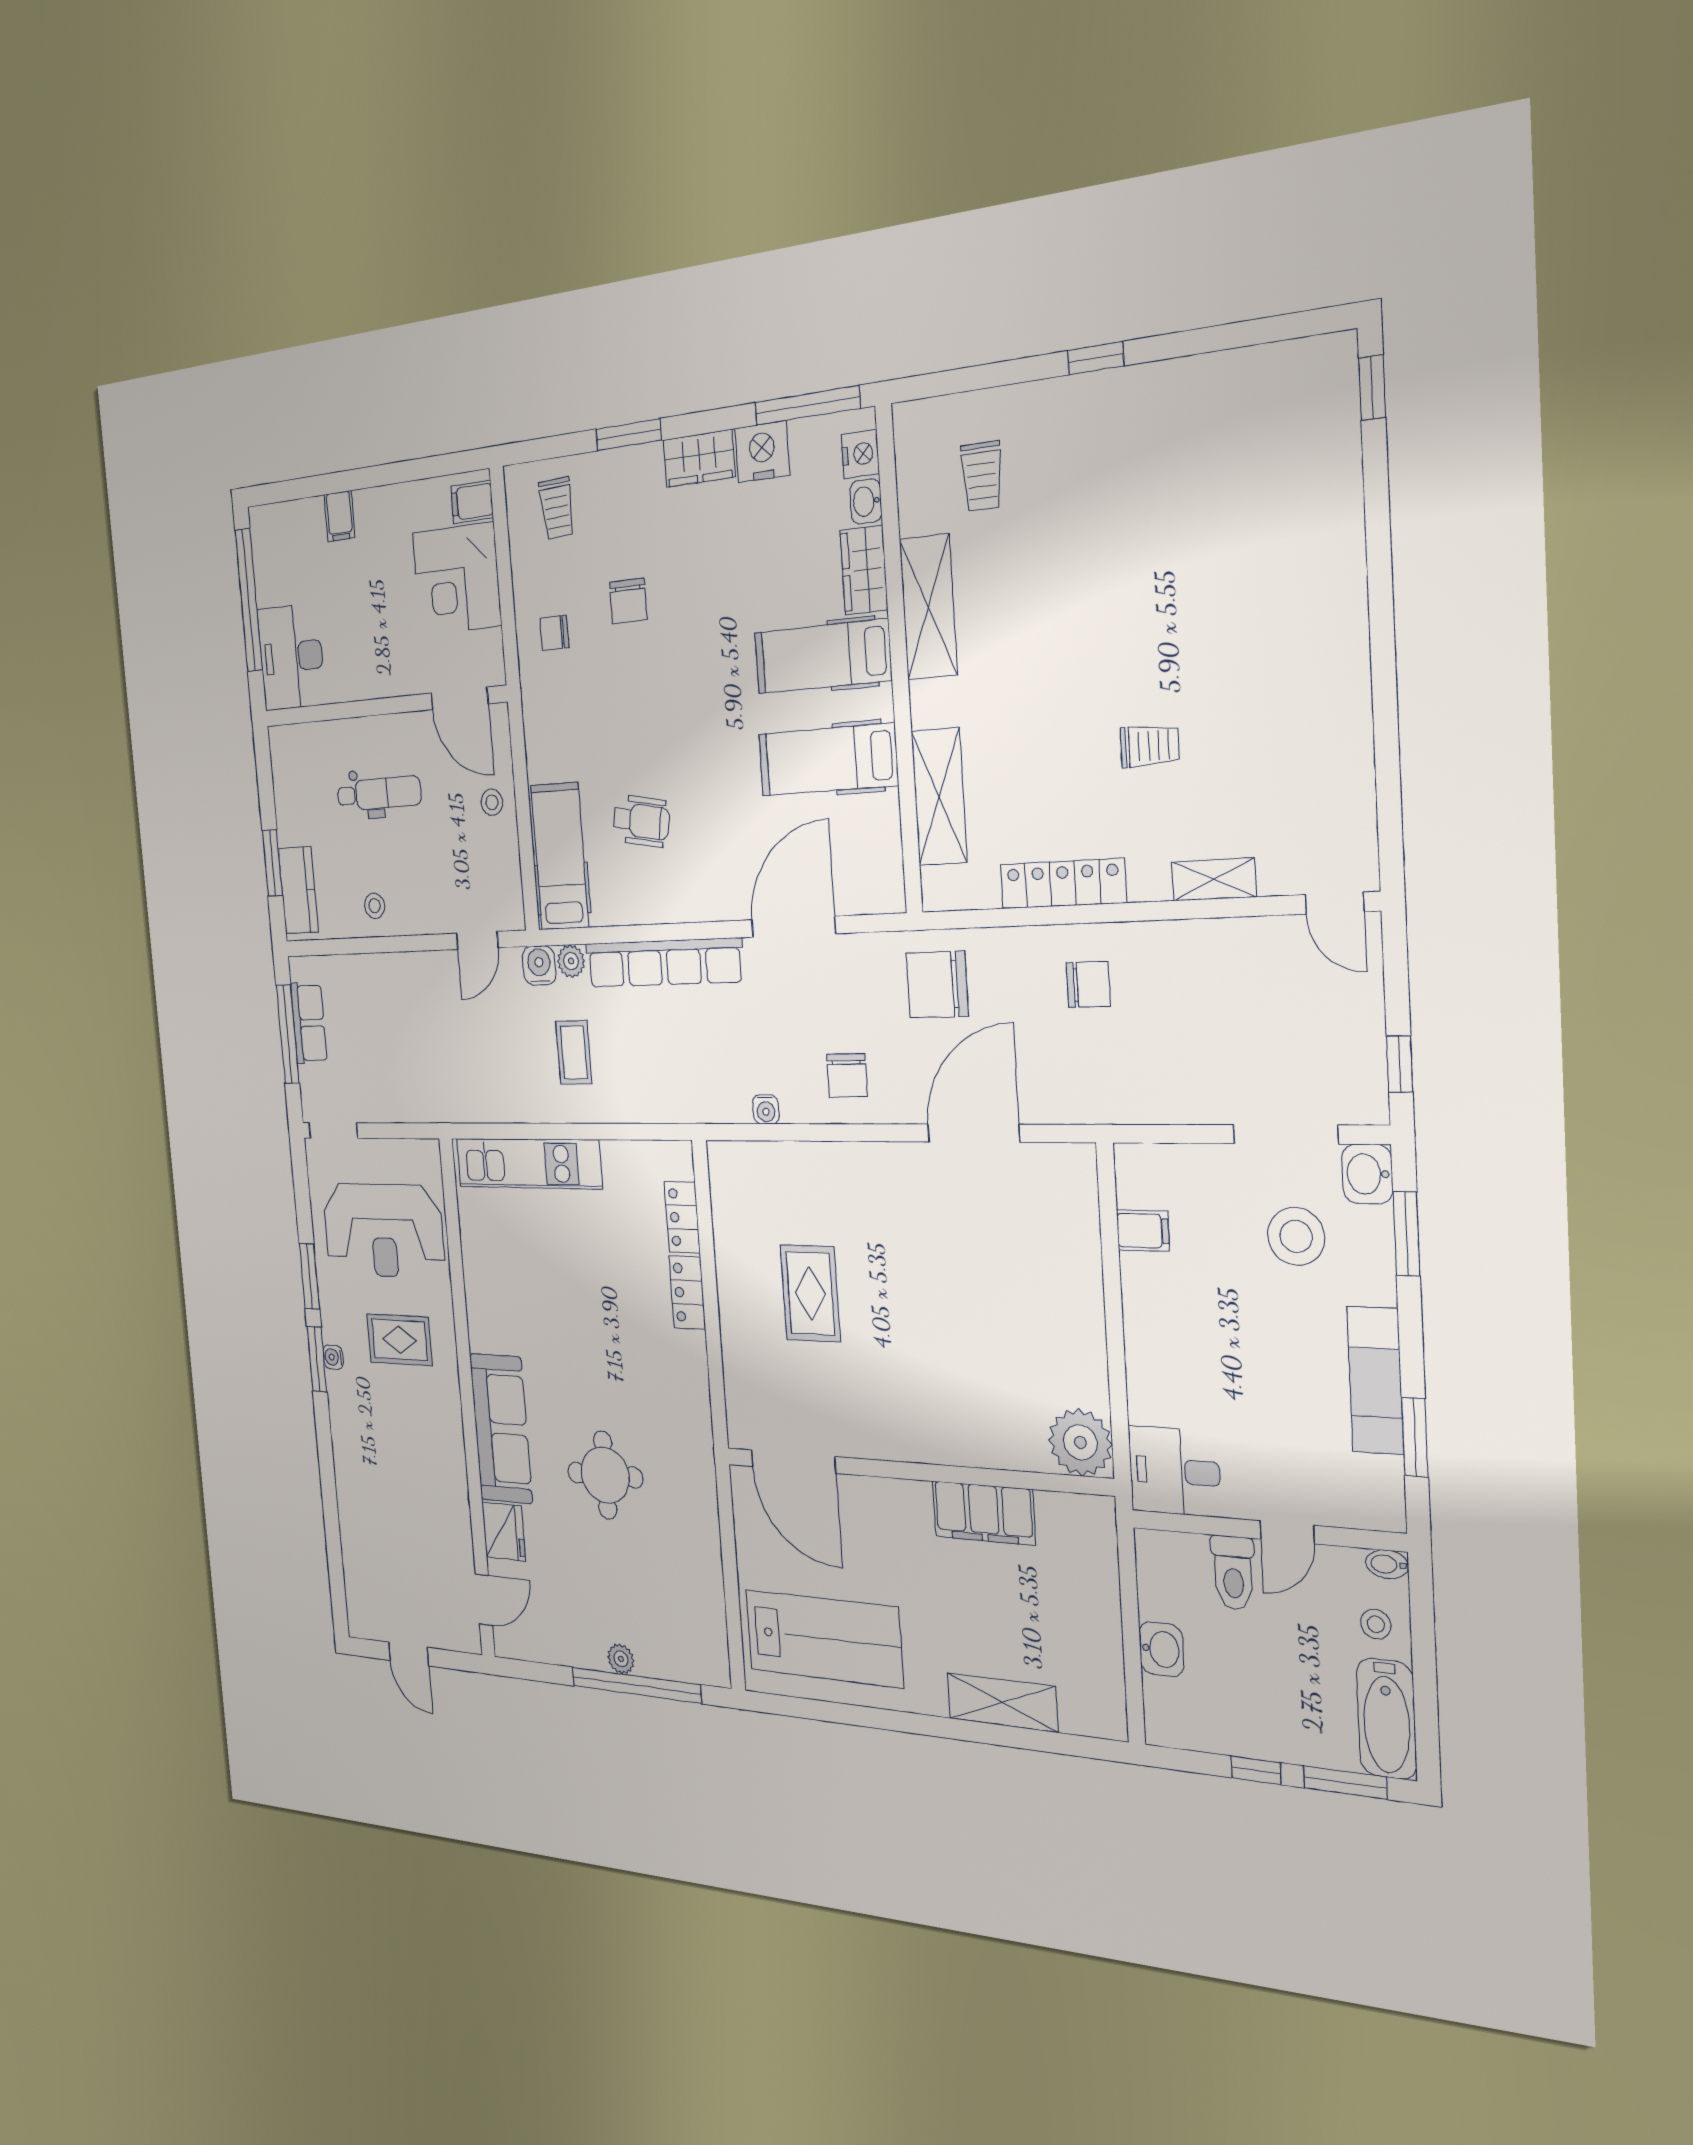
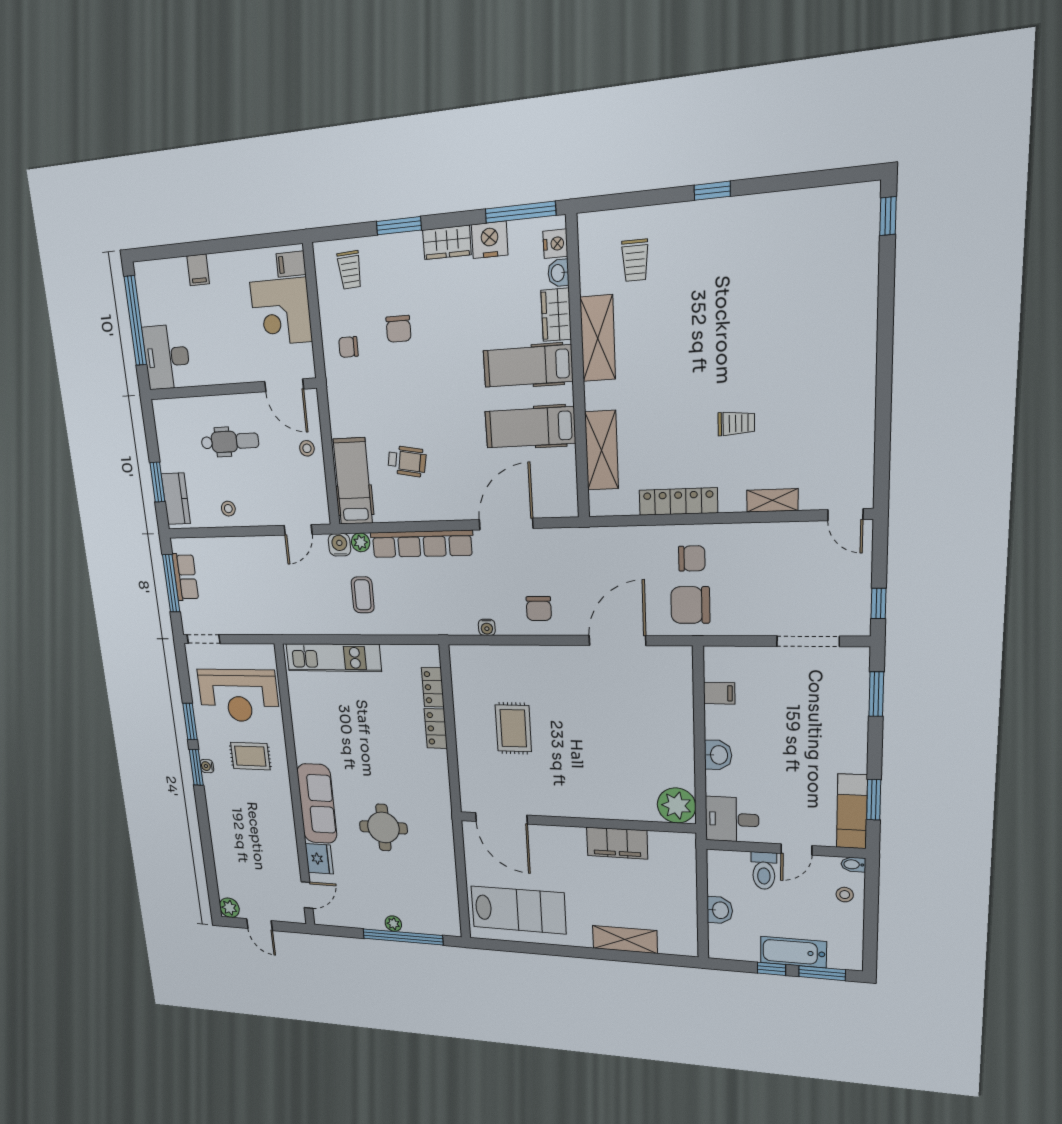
chair: (937, 985) -> (690, 605), moved
washbasin: (1367, 1174) -> (718, 755), moved, turned 180
stool: (1296, 1236) -> (811, 696), removed
exam couch: (1375, 1380) -> (852, 811), moved
plant: (362, 1620) -> (229, 908), added
bathtub: (1387, 1719) -> (793, 952), moved, turned 90

